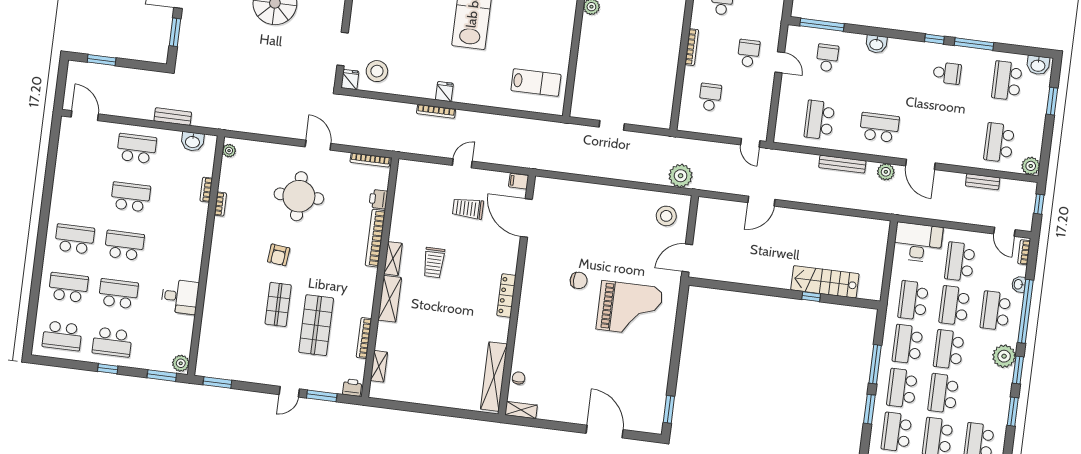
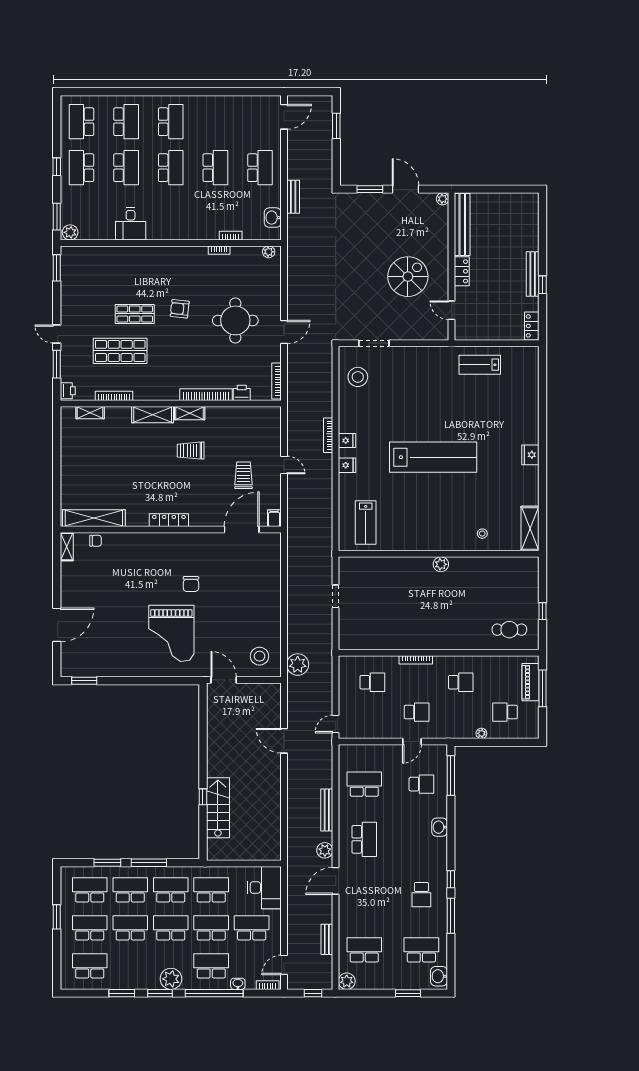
fridge: (350, 80) -> (347, 465), moved

